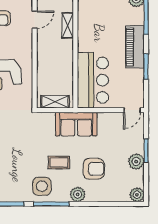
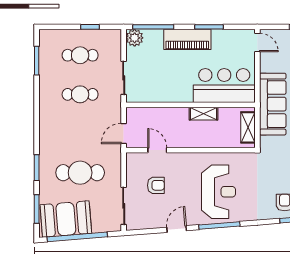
shelving: (68, 25) -> (203, 114), moved
sofa: (76, 124) -> (273, 104), width x1.36

